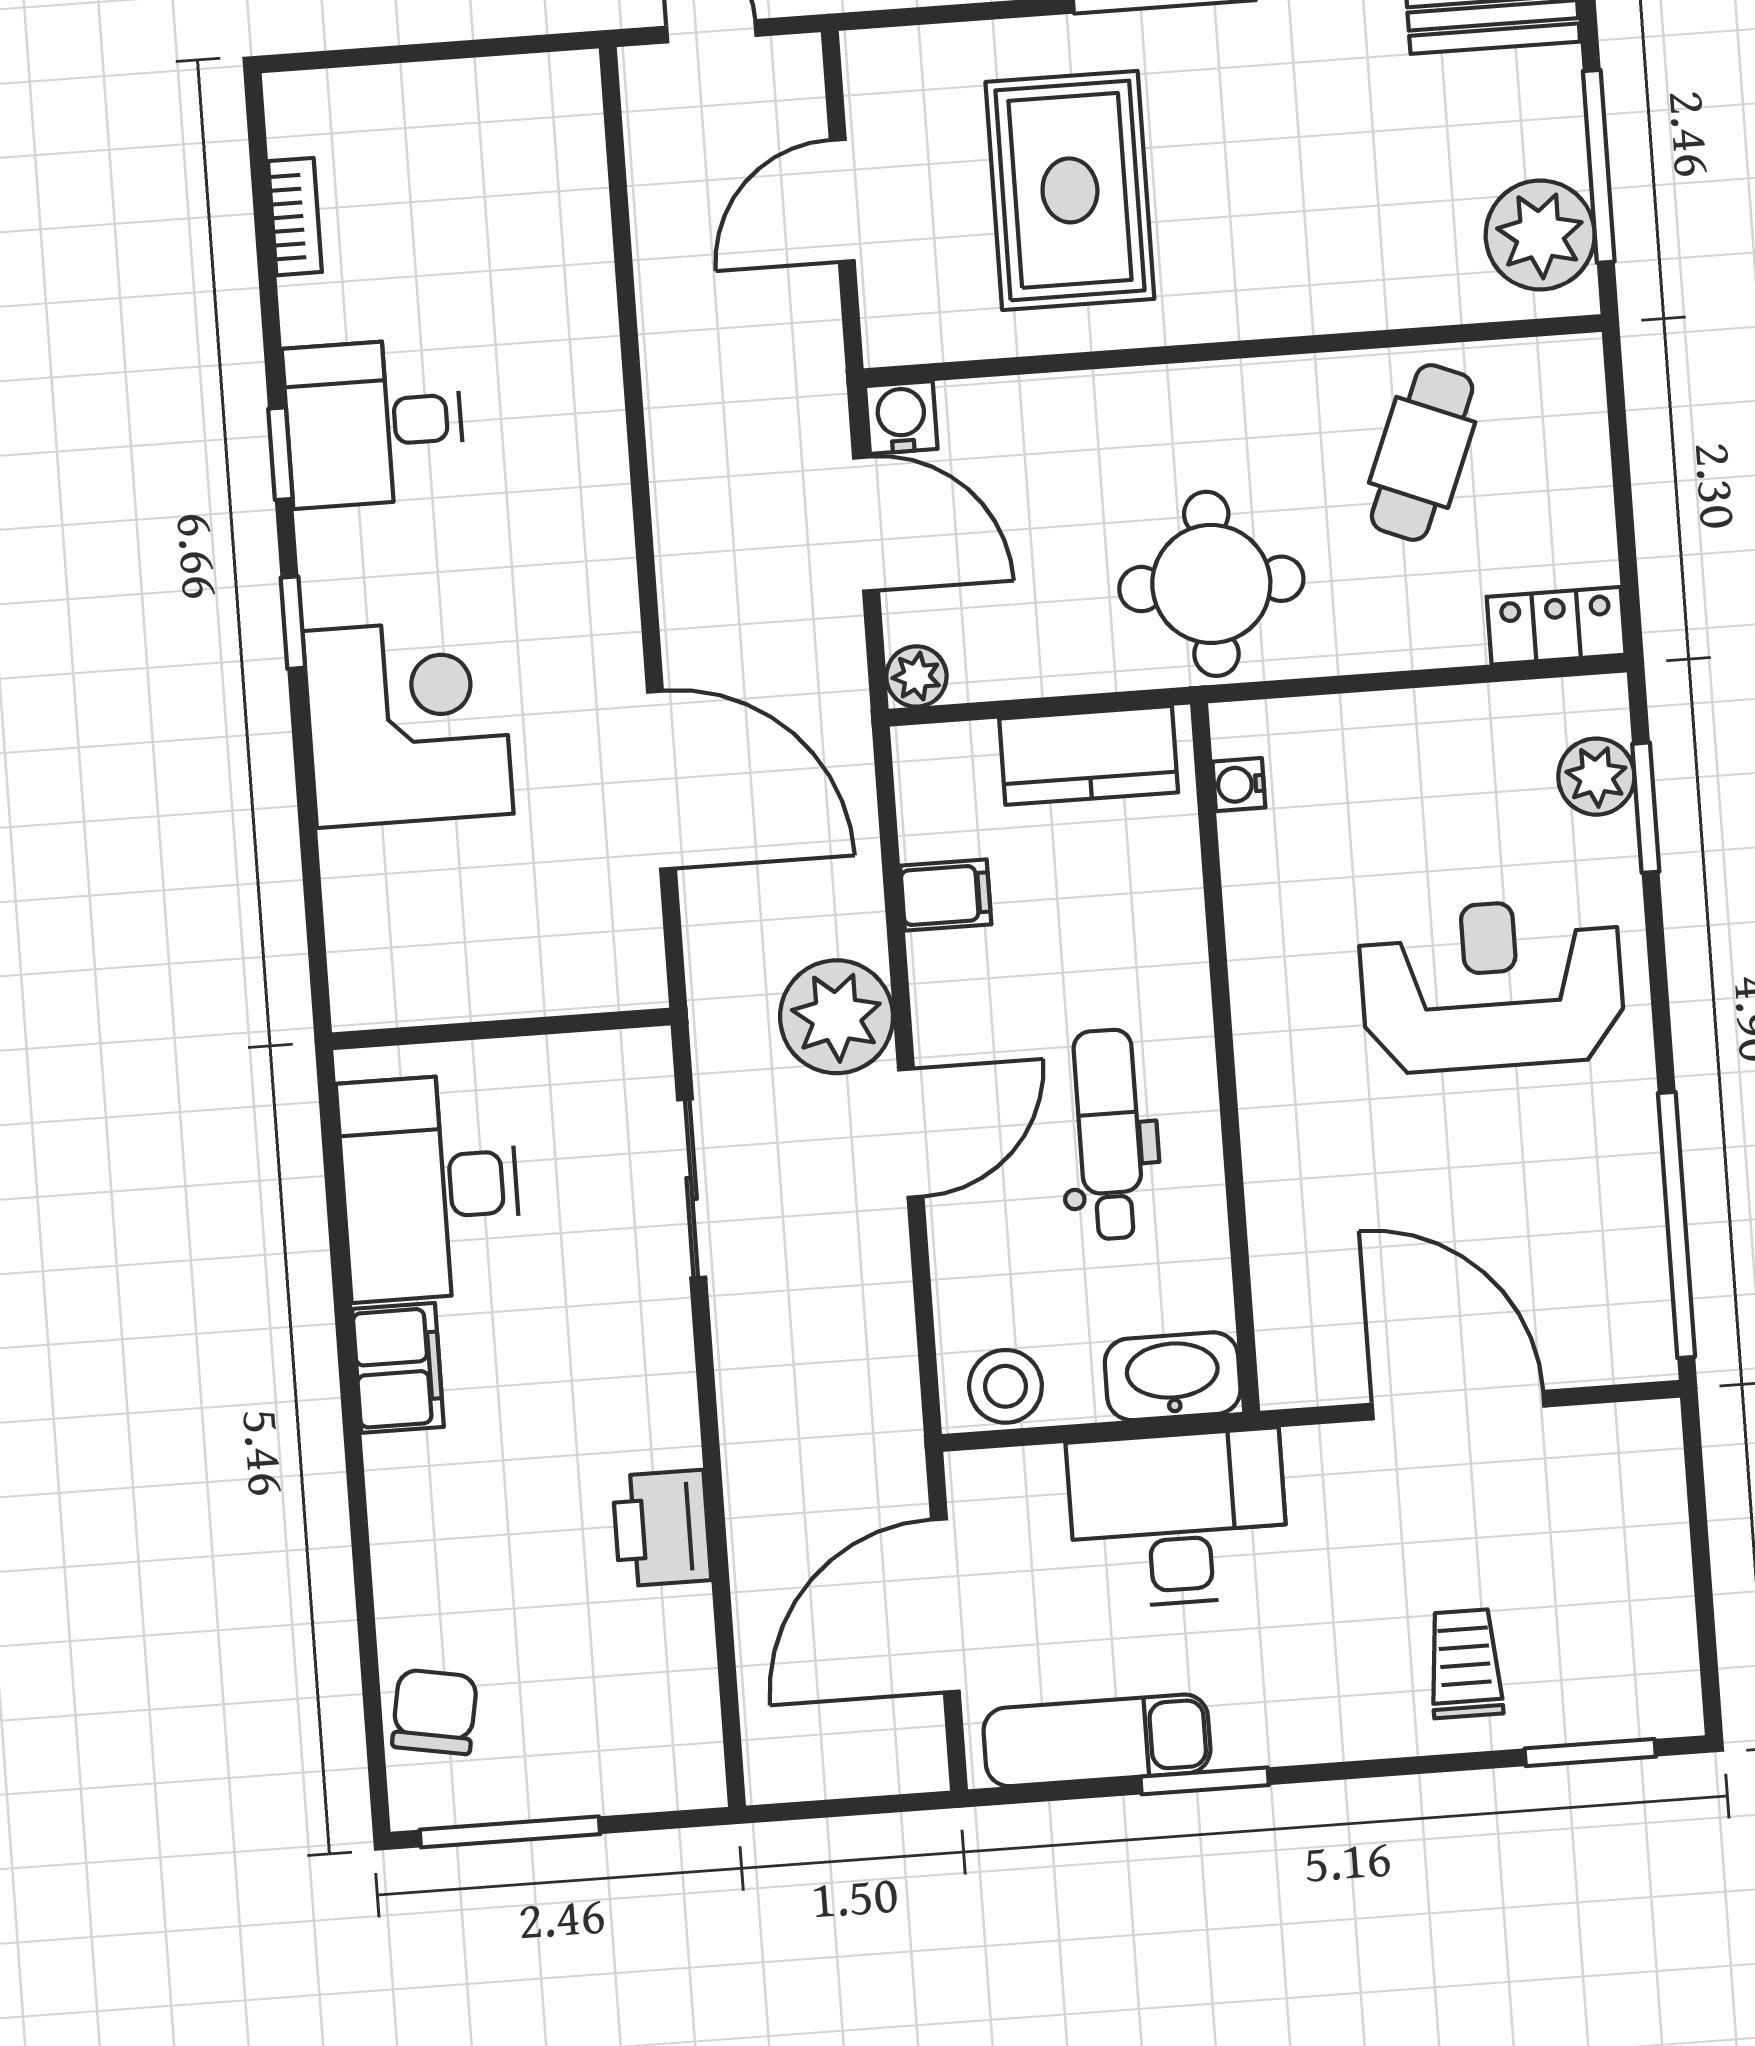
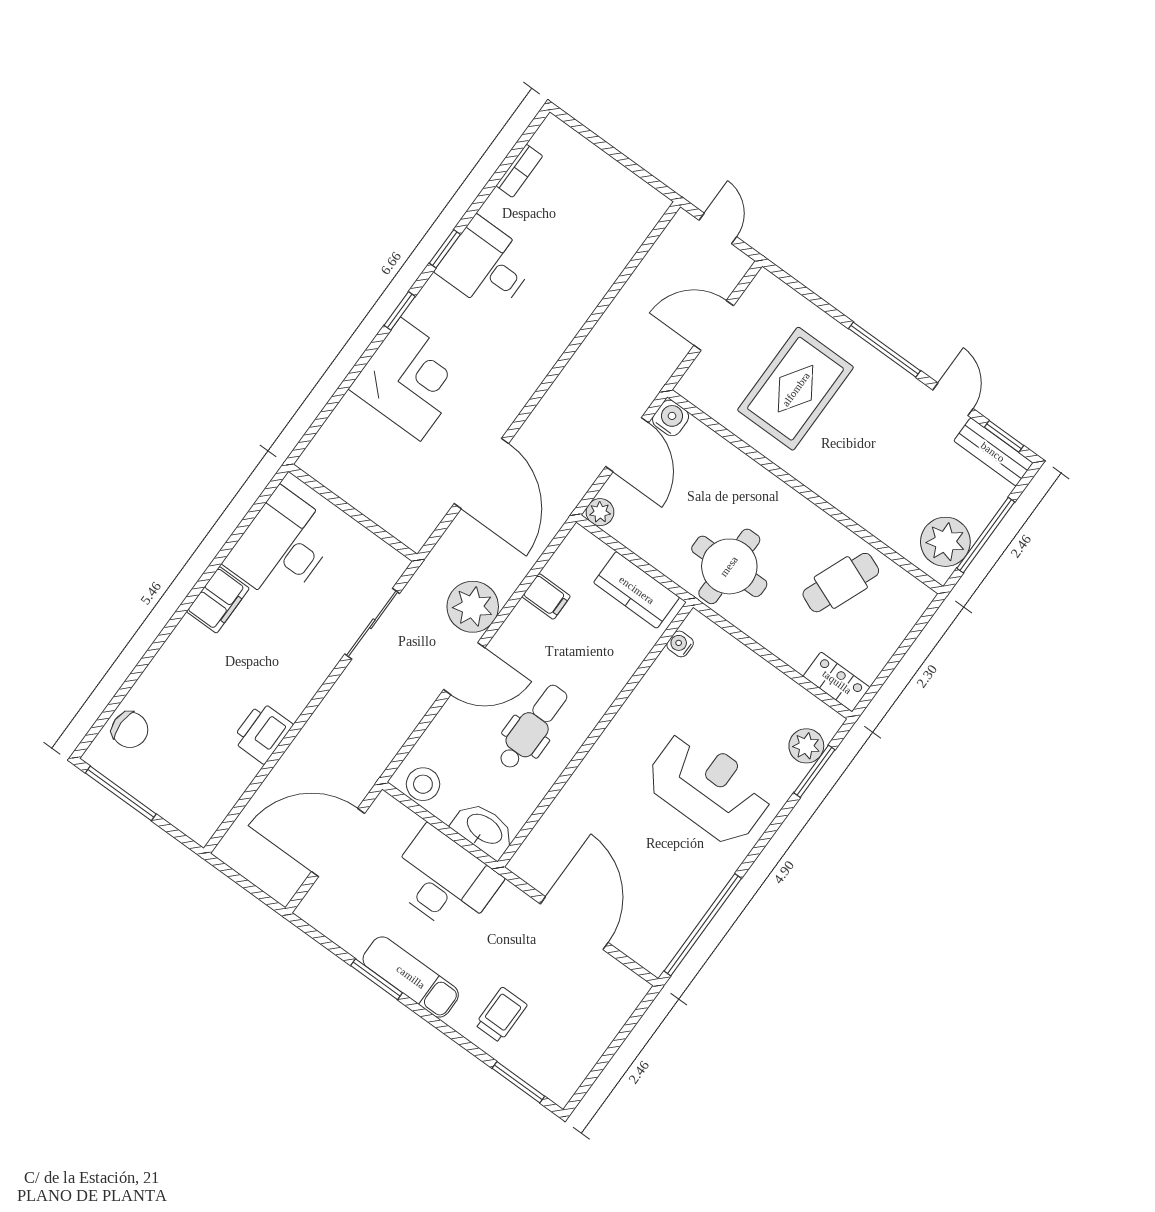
chair: (435, 1712) -> (130, 730), turned 80
exam couch: (1097, 1740) -> (411, 977), moved

